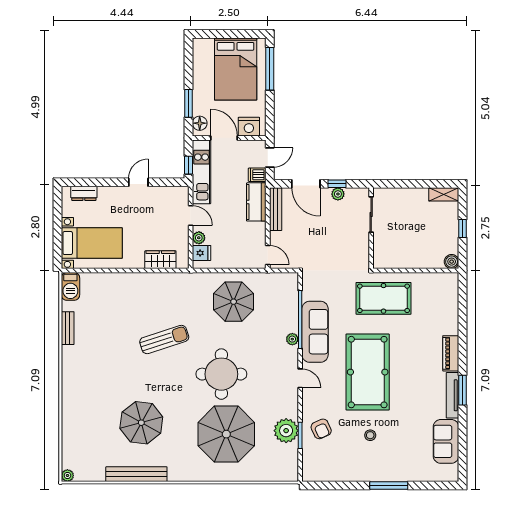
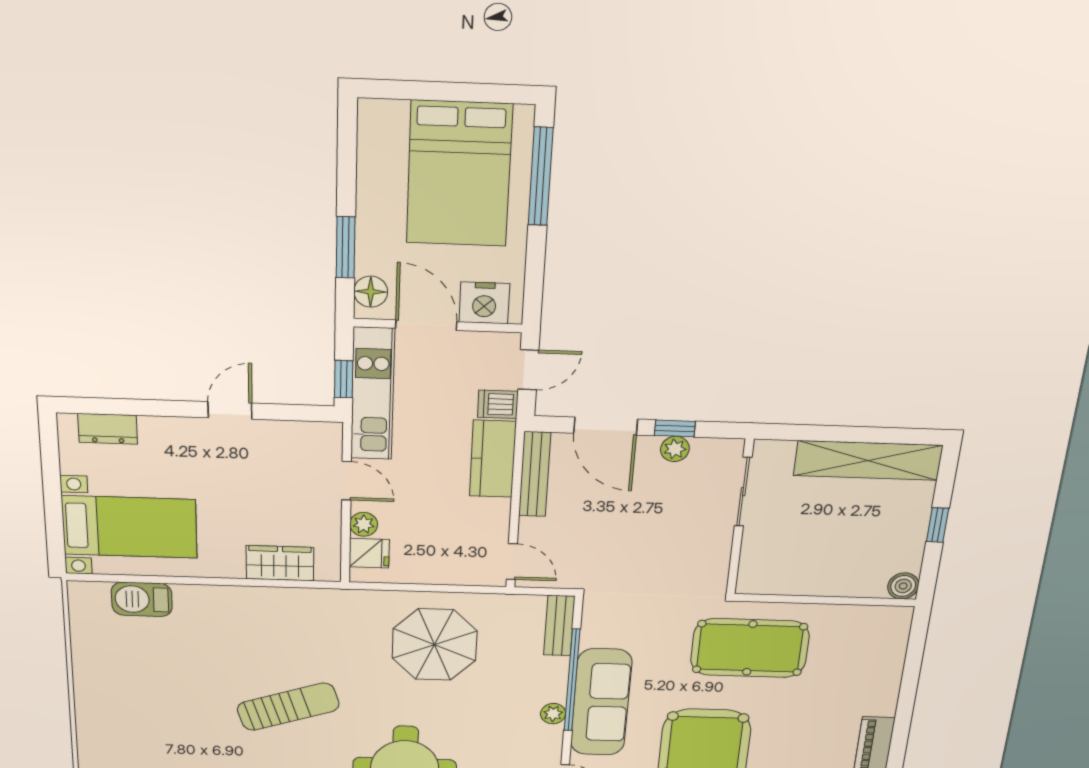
shelving: (444, 194) -> (868, 460), width x2.20, depth x1.33
barbecue: (70, 286) -> (142, 599), moved, turned 90
bench: (68, 328) -> (559, 626), moved

